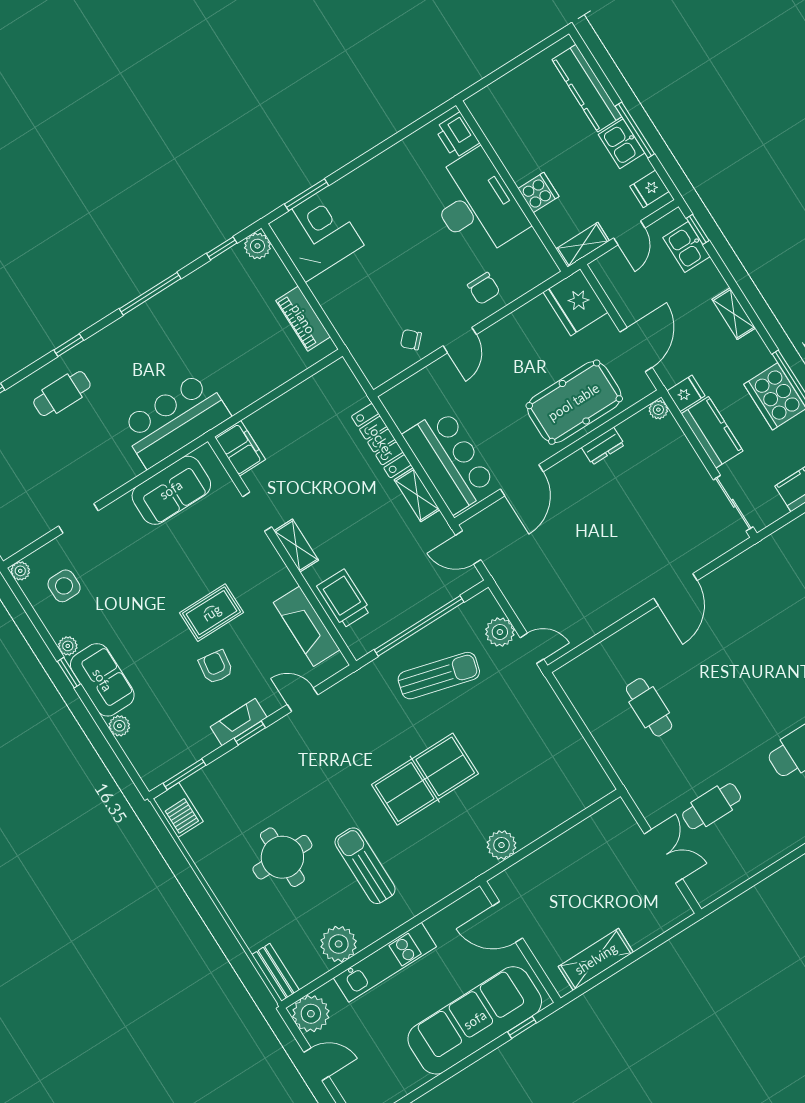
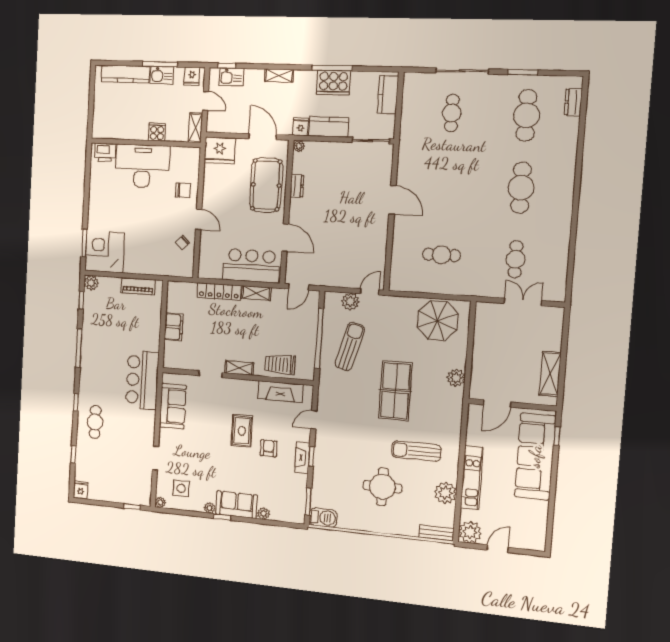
filing cabinet: (240, 448) -> (174, 327), moved, turned 90
armchair: (216, 667) -> (269, 448), turned 82
parasol: (559, 766) -> (438, 321), added

